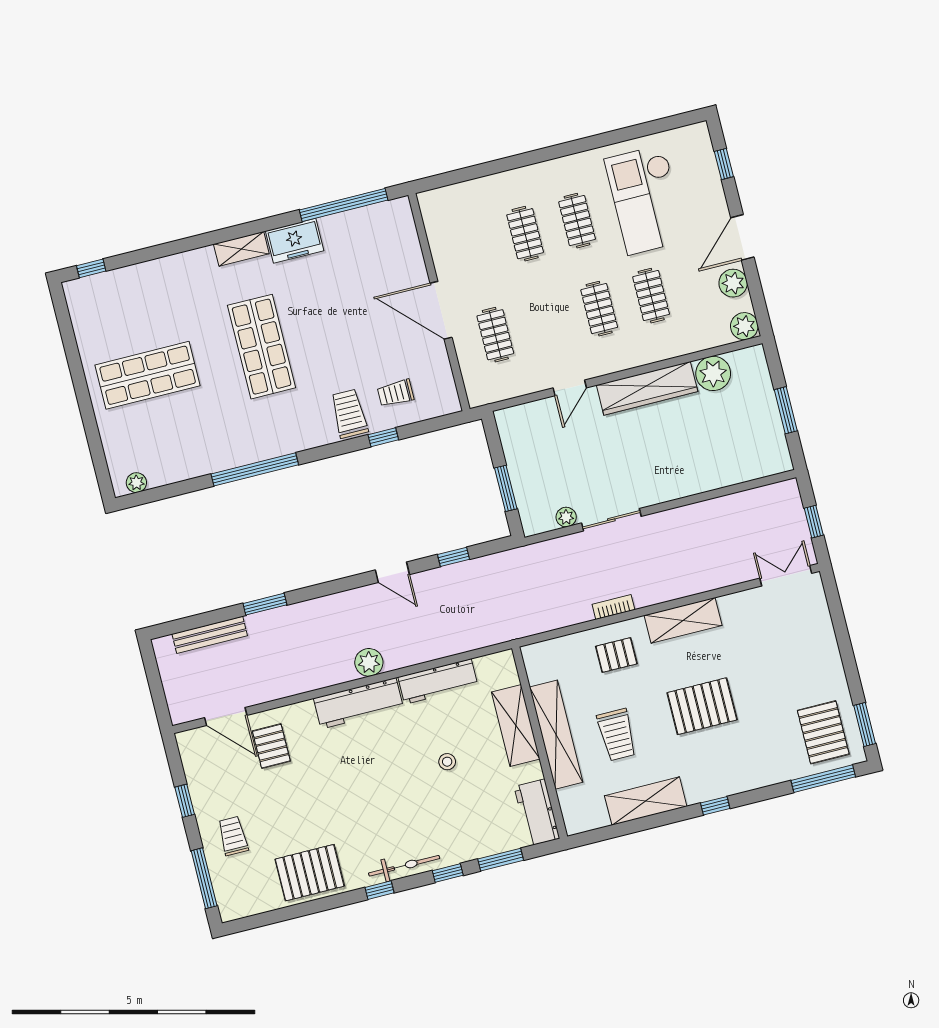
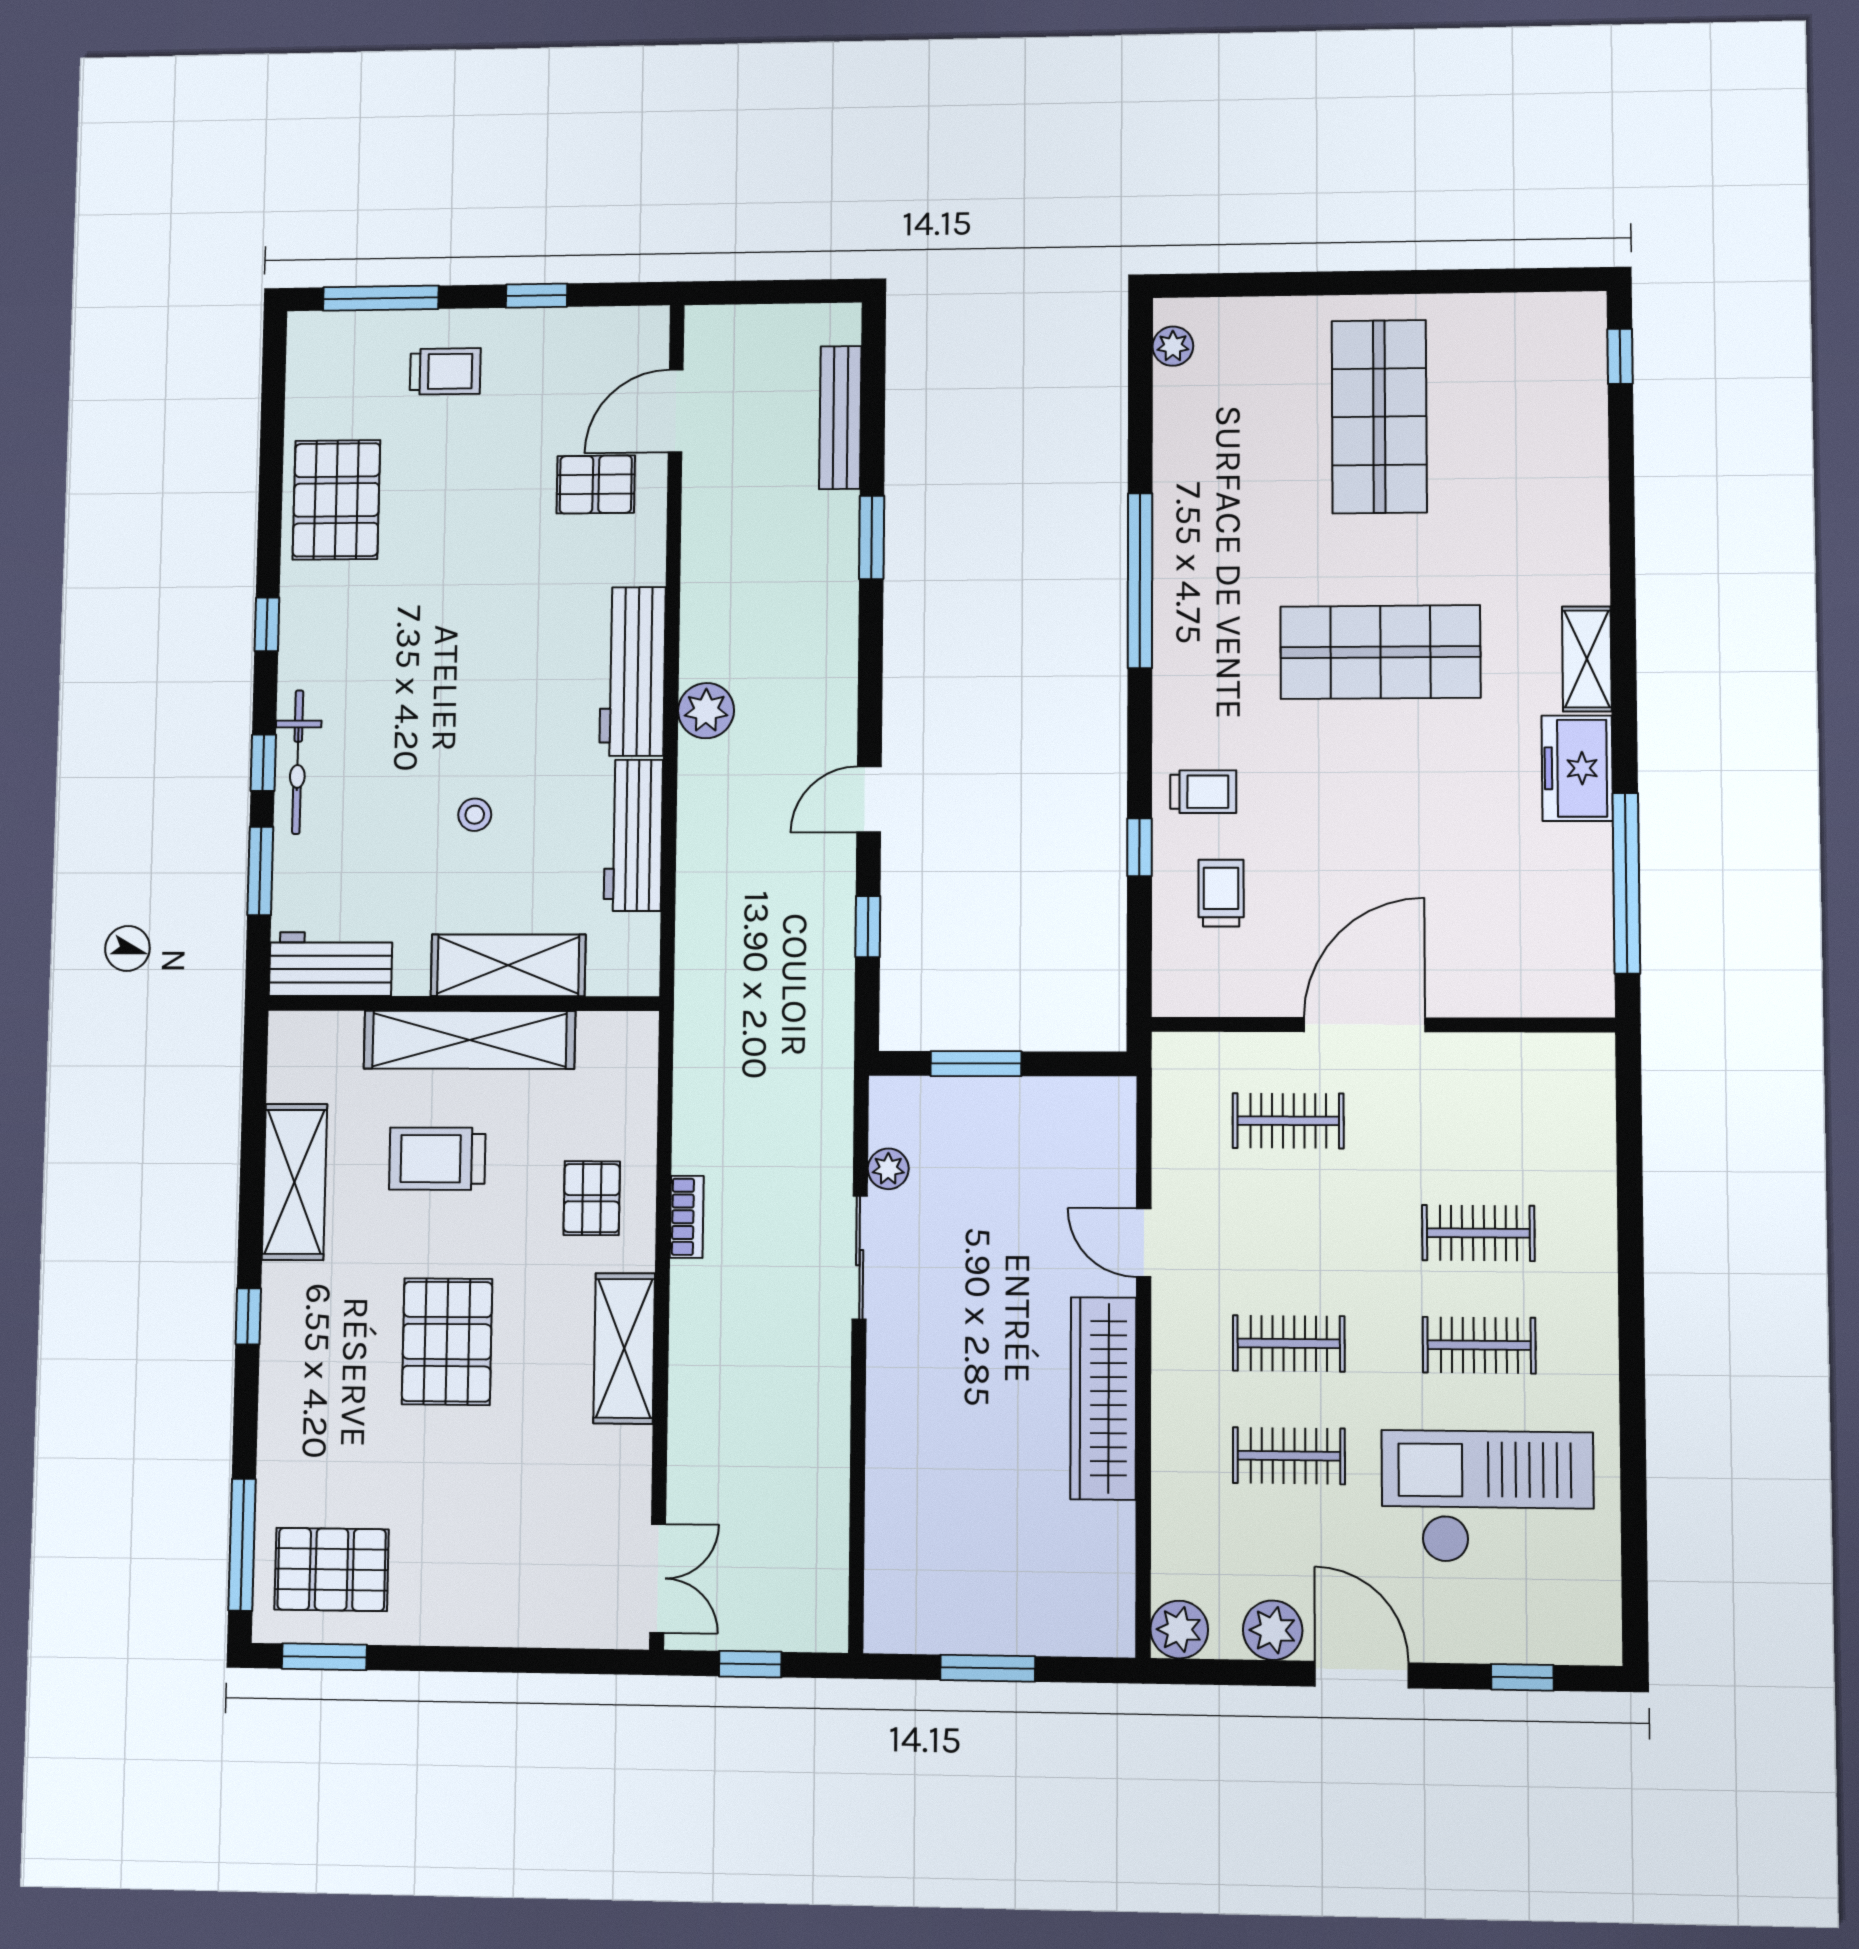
plant: (713, 373) -> (1099, 1540), removed
trolley: (349, 414) -> (1203, 792), width x0.73, depth x0.72
bicycle: (404, 866) -> (298, 762), moved

